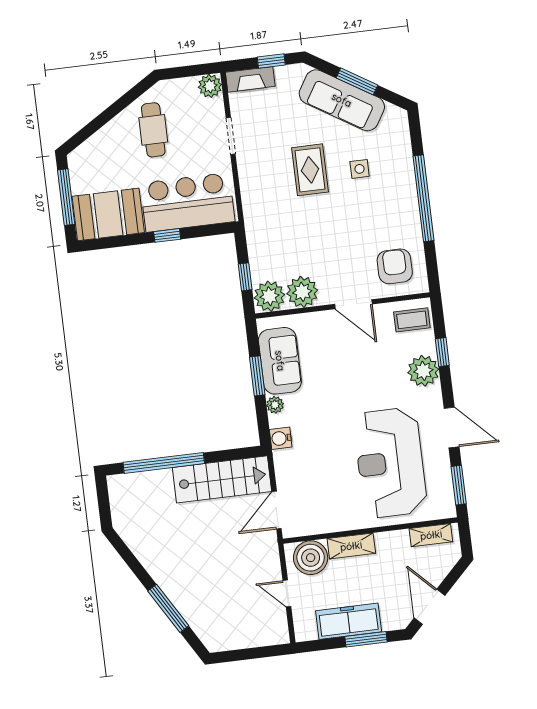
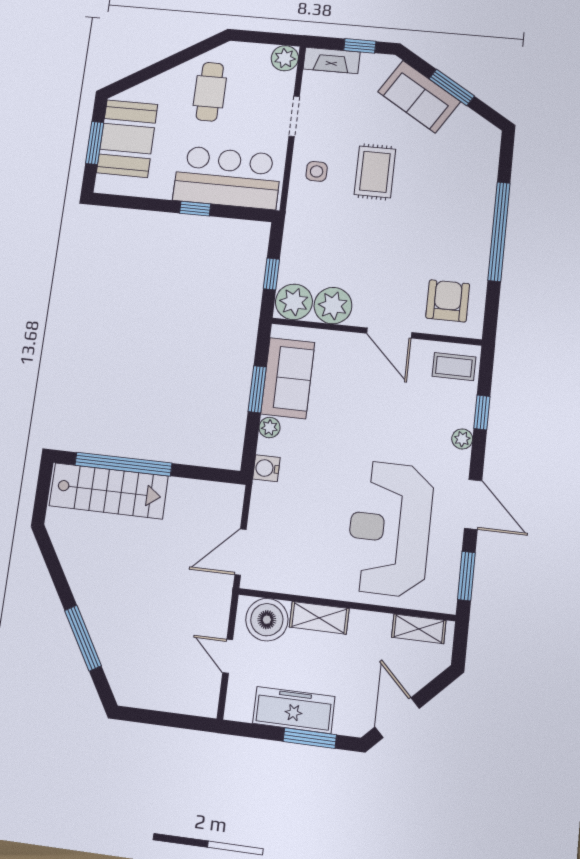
sofa: (342, 100) -> (419, 97), width x0.73
side table: (360, 169) -> (317, 171), moved
window: (66, 197) -> (95, 143), width x0.69
booth: (108, 214) -> (127, 139), moved, turned 90
plant: (423, 371) -> (462, 439), width x0.53, depth x0.53
stairs: (222, 479) -> (109, 491), moved

